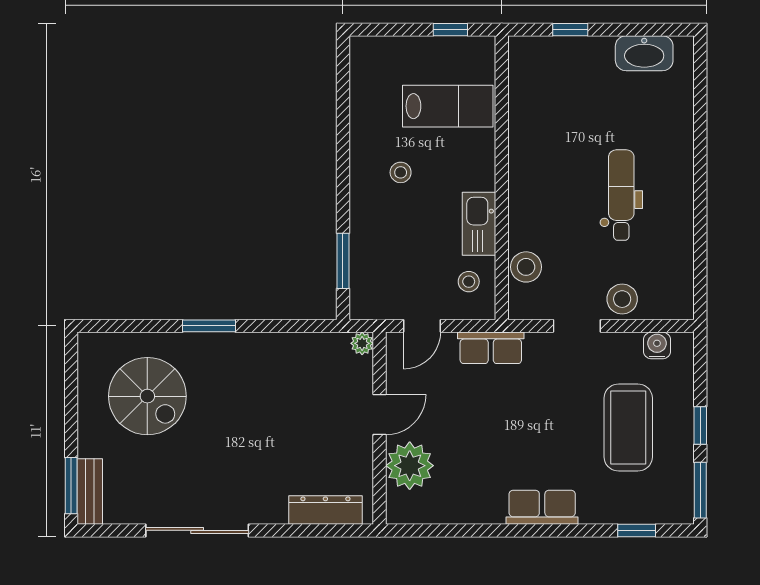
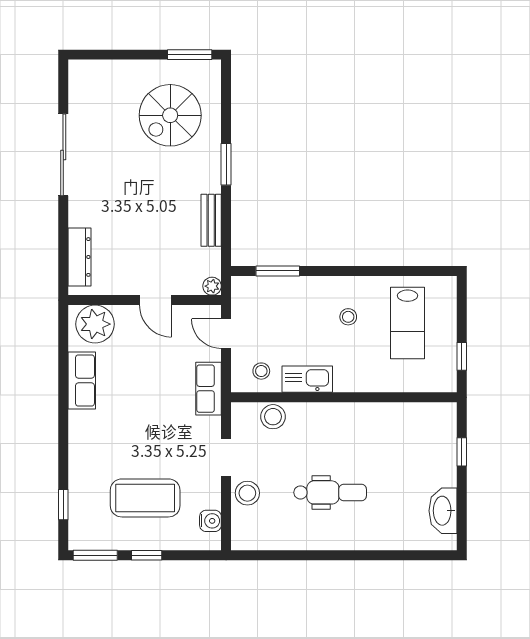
lab bench: (448, 106) -> (408, 323), moved
plant: (410, 466) -> (95, 324), moved
window: (71, 486) -> (190, 55), moved
bench: (90, 492) -> (211, 220), moved, turned 90
row of seats: (542, 507) -> (82, 381), moved

